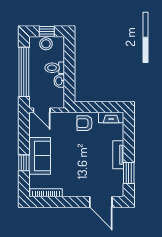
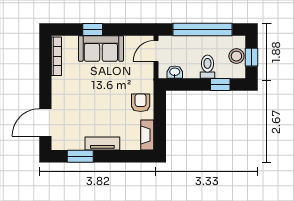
window: (69, 57) -> (220, 84), added
washbasin: (59, 81) -> (175, 72), moved

